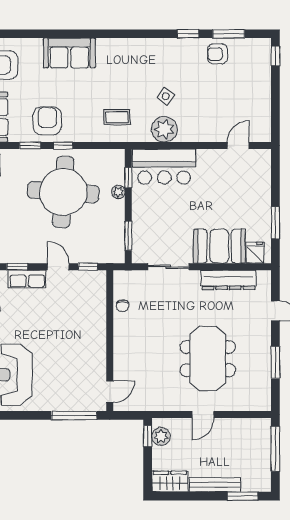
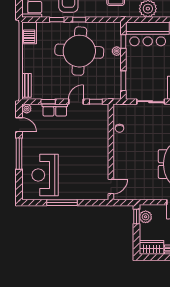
door: (58, 267) -> (76, 102), hinge flipped
window: (74, 415) -> (62, 203), moved

